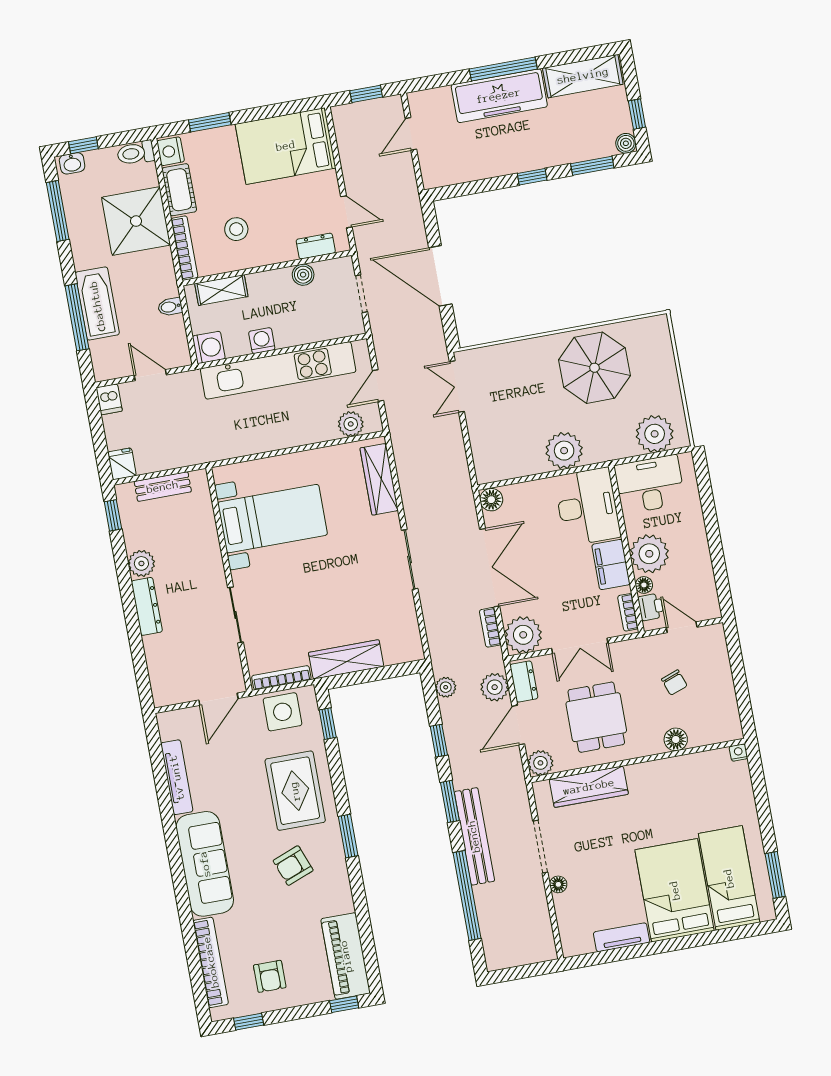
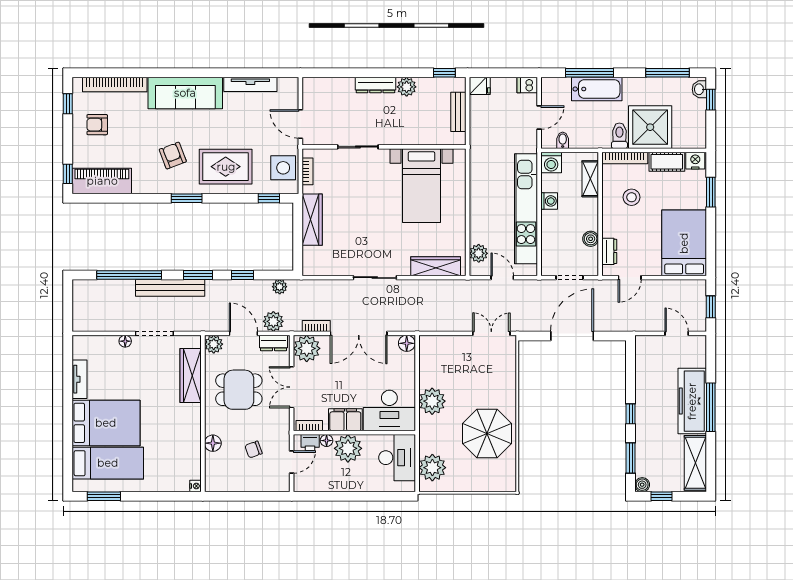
toilet: (136, 153) -> (619, 136), moved
bidet: (170, 307) -> (563, 140), moved
bookcase: (281, 678) -> (307, 171), width x0.64

